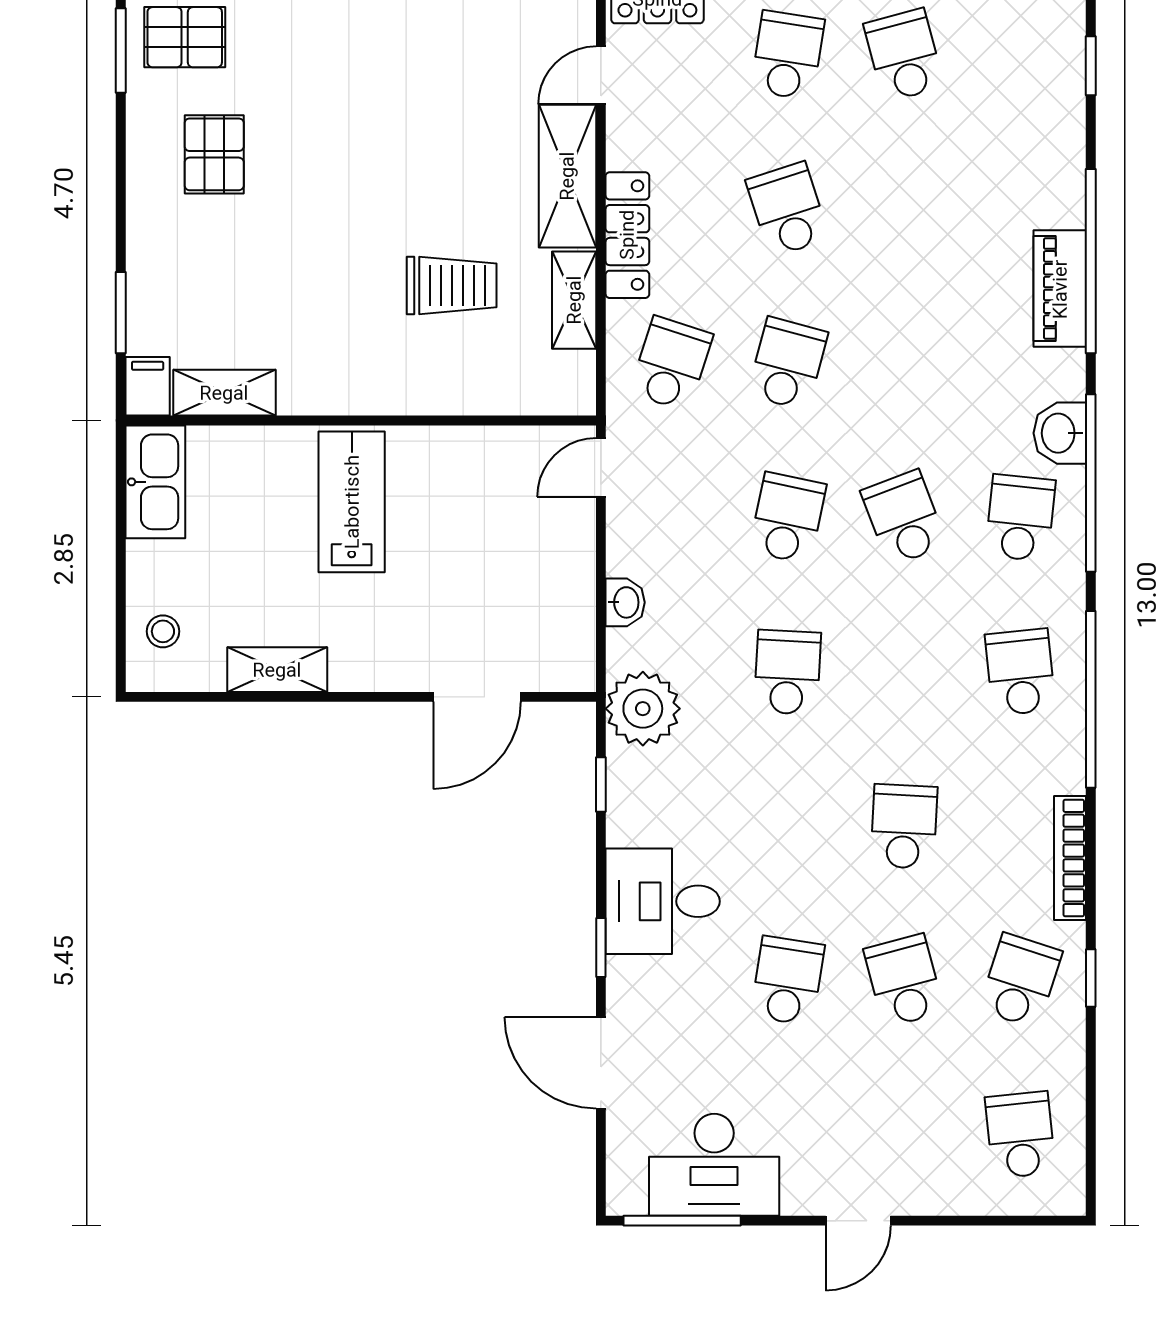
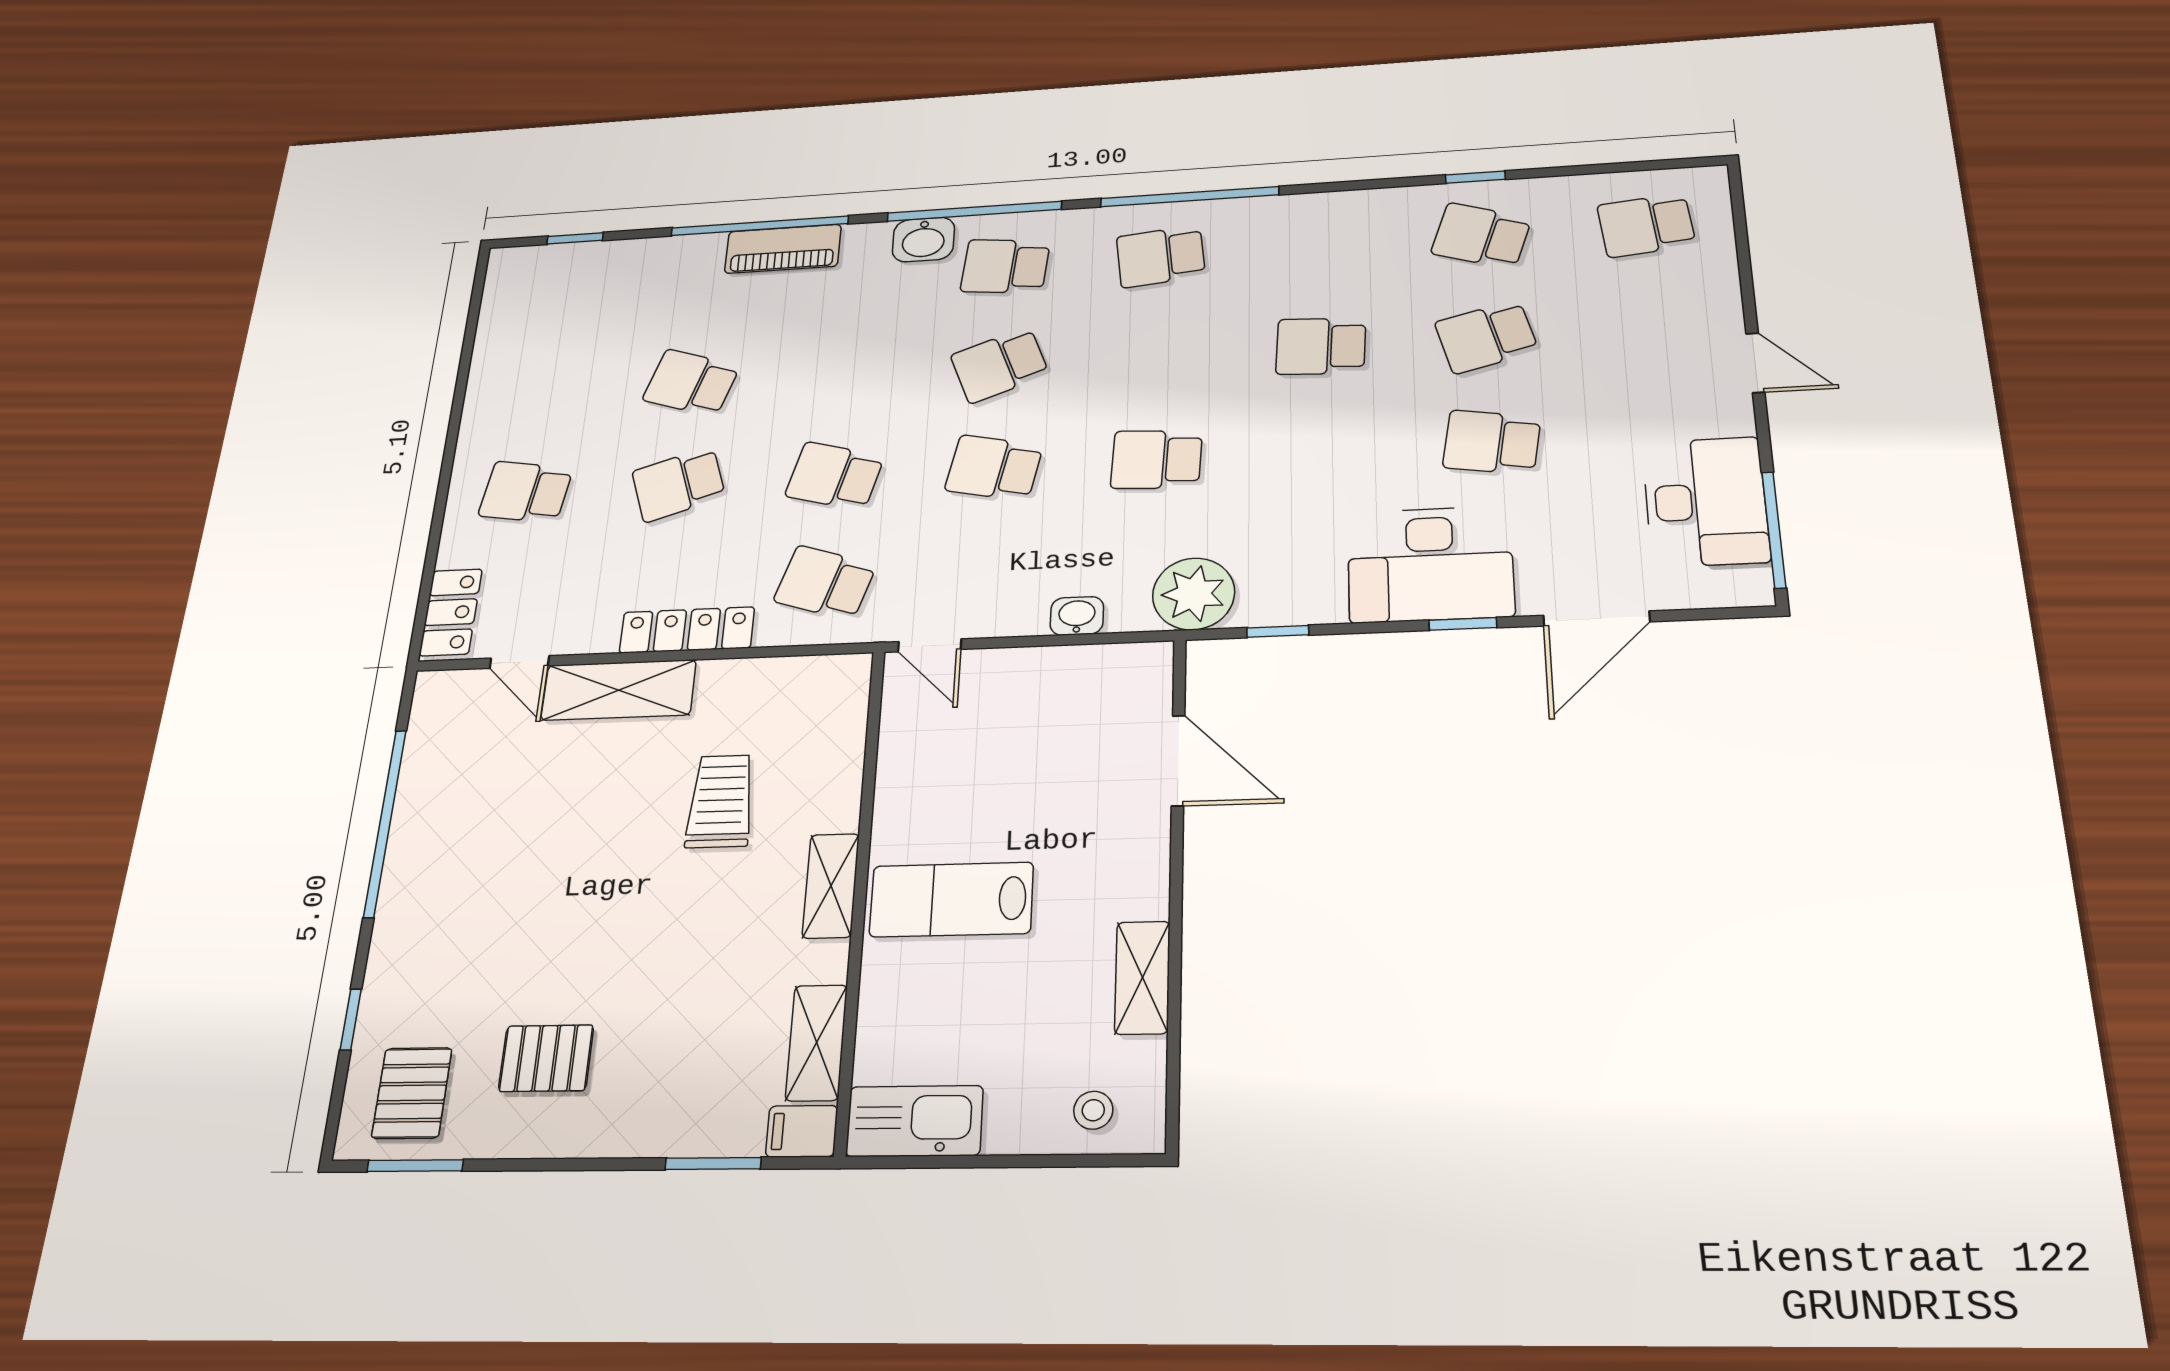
school desk: (904, 55) -> (691, 383), moved, turned 33
shelving: (574, 300) -> (831, 886), moved, turned 90
bookcase: (1070, 858) -> (1351, 203), removed
desk: (663, 901) -> (1430, 564), width x1.37

